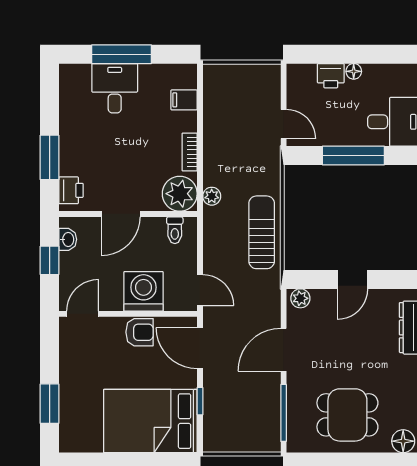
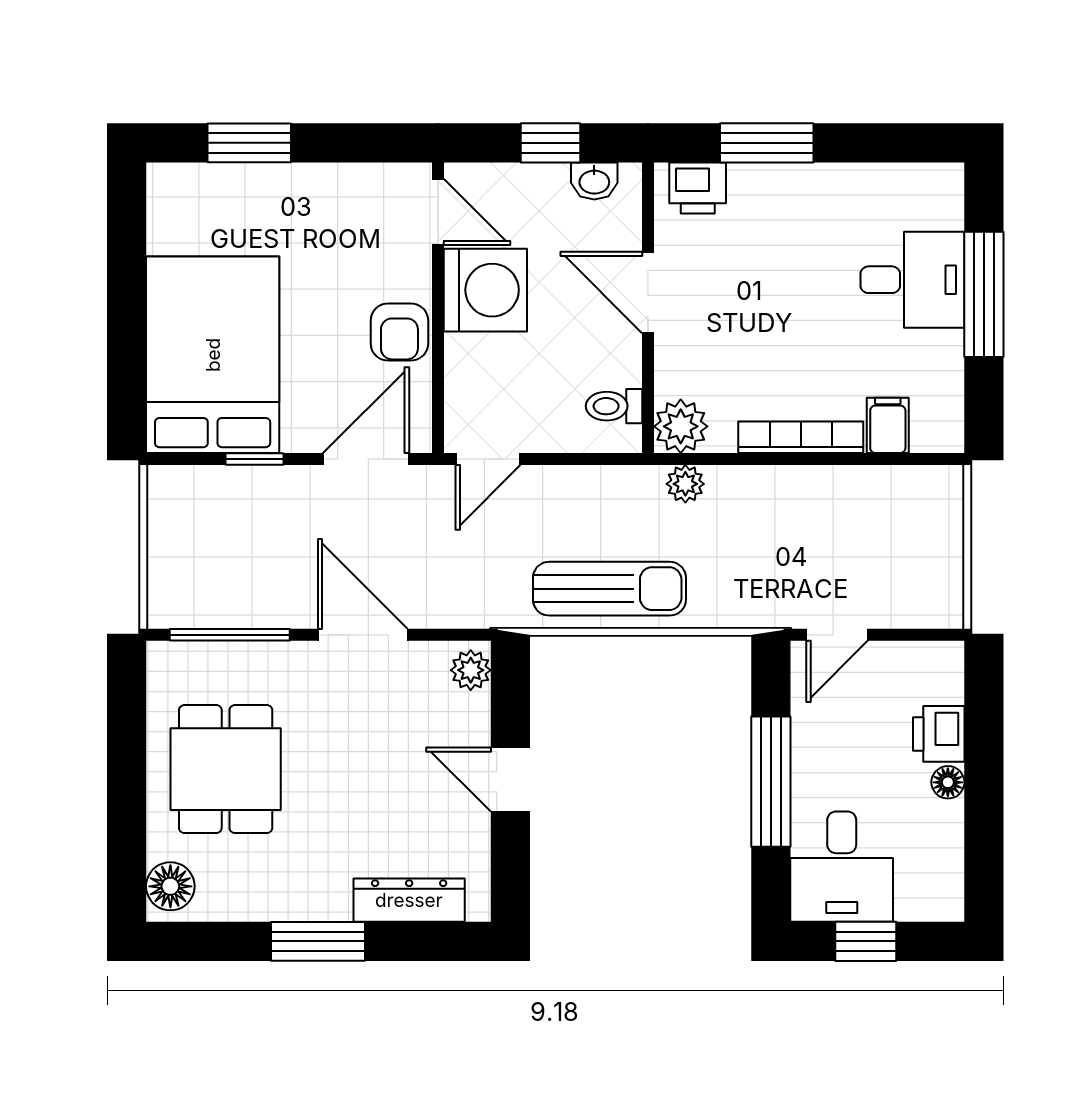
bookcase: (190, 152) -> (801, 437), width x1.56
plant: (180, 194) -> (681, 426), width x0.73, depth x0.73
washing machine: (144, 291) -> (485, 290), moved

